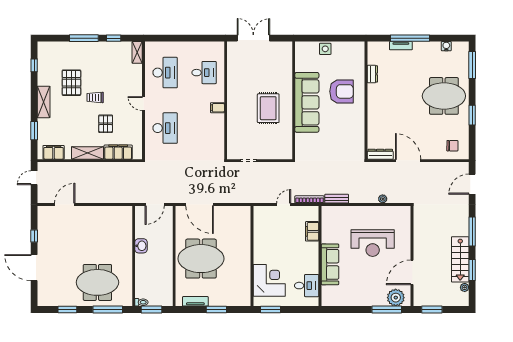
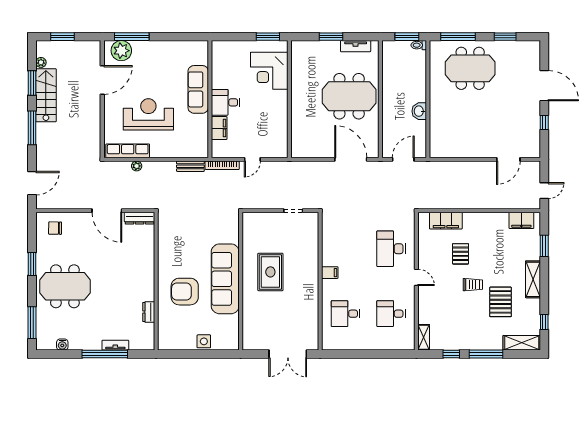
desk: (165, 73) -> (391, 314), width x0.73
shelving: (87, 153) -> (522, 343), moved
row of seats: (390, 212) -> (128, 151), added
desk: (307, 286) -> (226, 102), moved
window: (432, 310) -> (62, 37), moved

